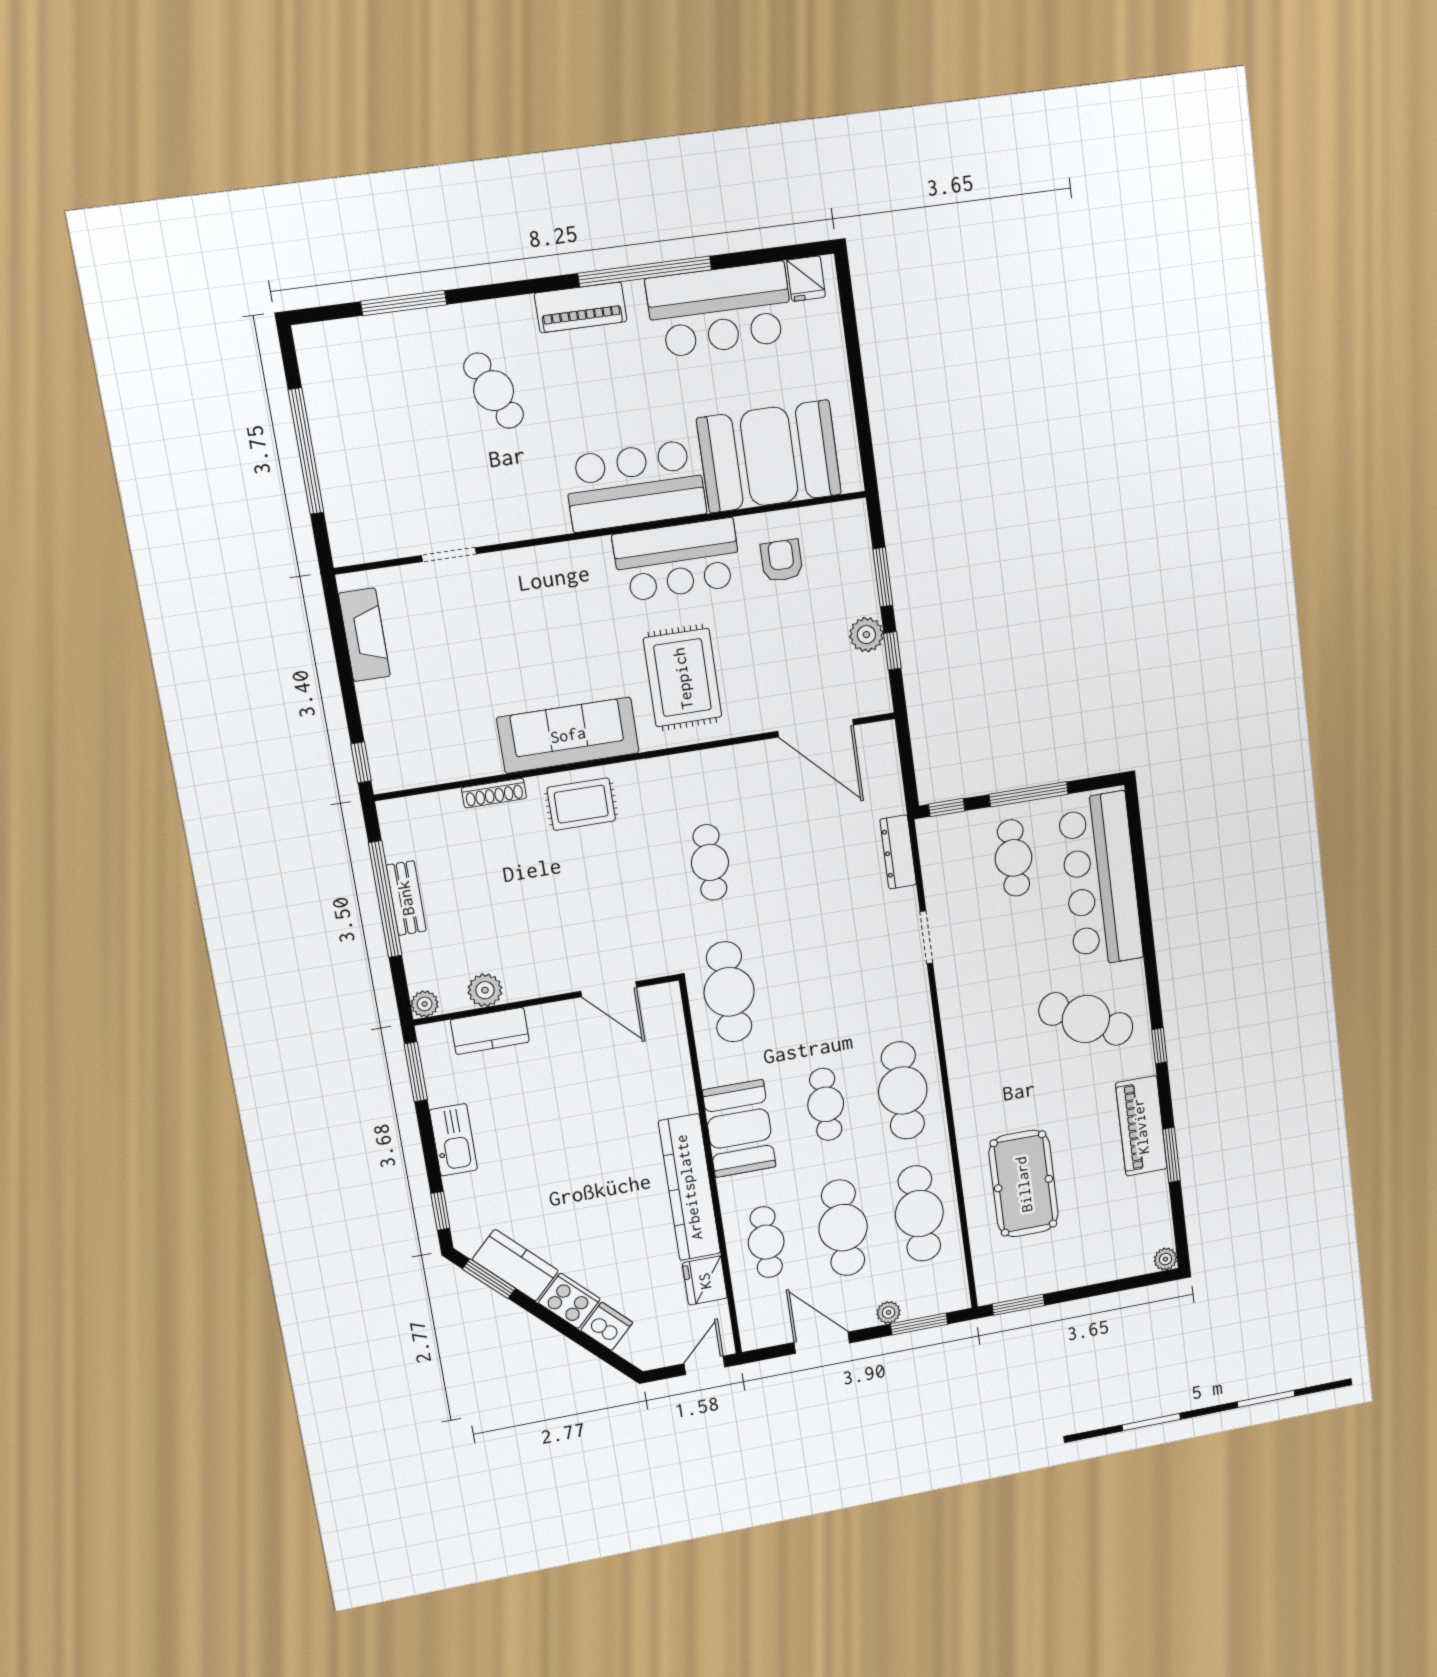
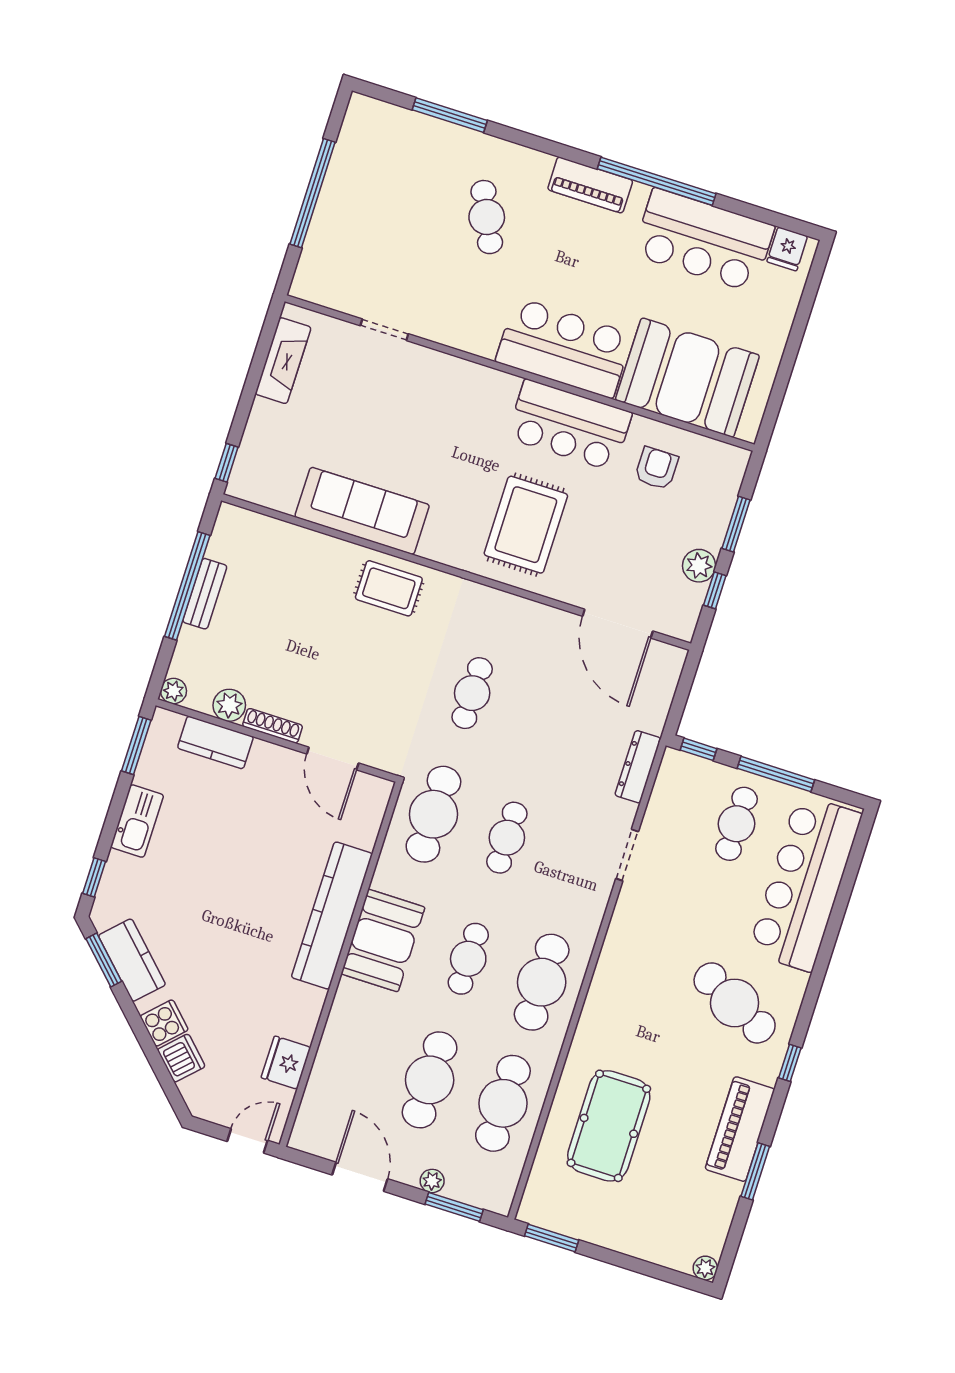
sofa: (568, 735) -> (362, 511), moved
shoe rack: (494, 793) -> (273, 726), moved, turned 180
kitchen counter: (689, 1187) -> (332, 916), moved
cafe table: (766, 1242) -> (507, 838), moved
cooker: (569, 1301) -> (164, 1023), width x0.73

